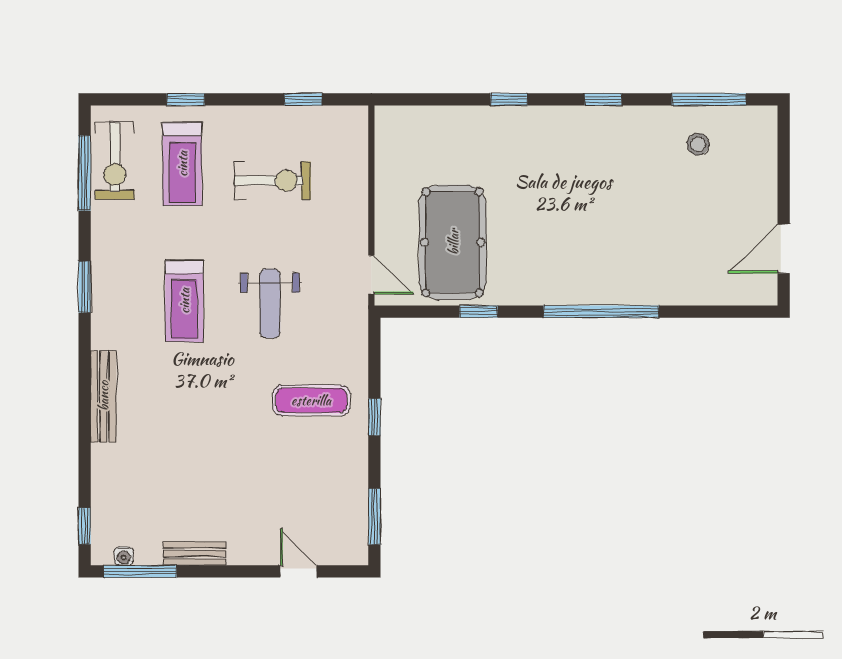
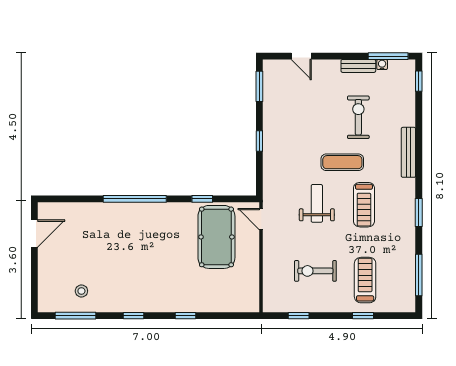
exercise bike: (115, 161) -> (358, 117), moved
treadmill: (184, 301) -> (364, 205), turned 180
exercise mat: (311, 400) -> (342, 162), moved
water cooler: (124, 556) -> (382, 65), moved

